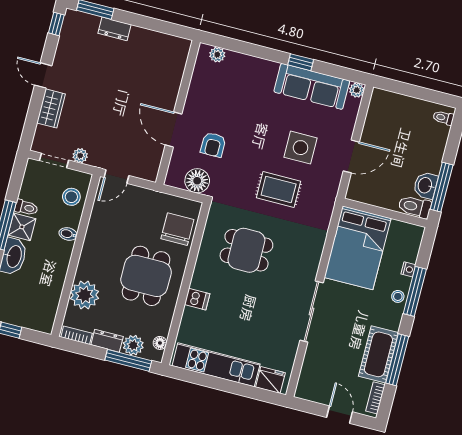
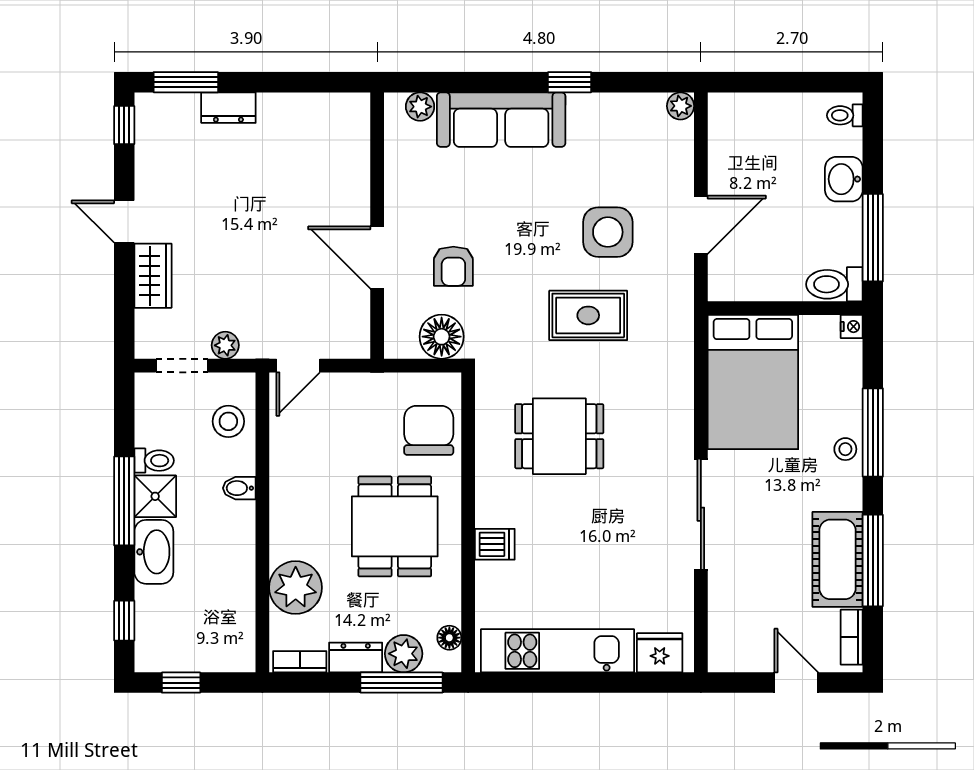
sofa: (312, 86) -> (501, 120), moved
washbasin: (425, 185) -> (844, 179), moved
nightstand: (408, 269) -> (852, 327), moved

